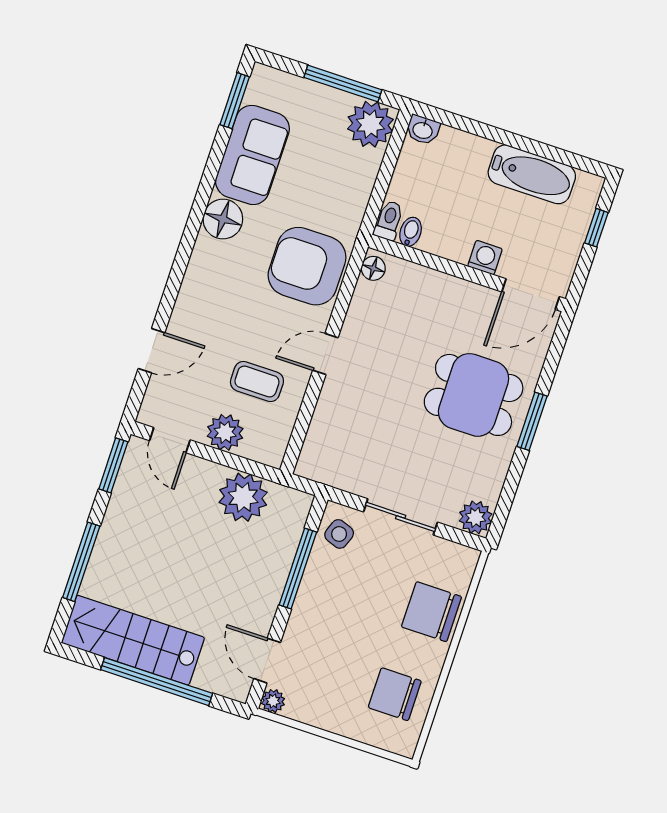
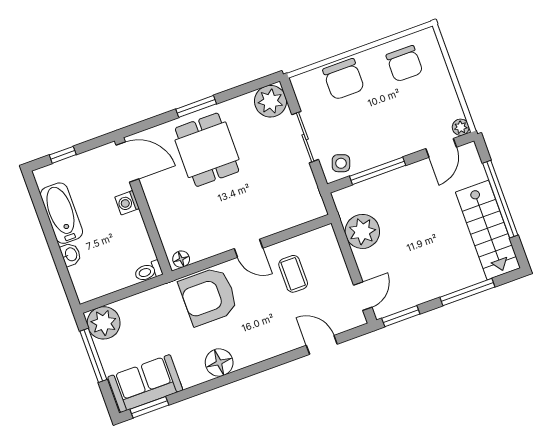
washbasin: (423, 130) -> (71, 254), moved
sofa: (252, 155) -> (145, 383), moved
bidet: (411, 232) -> (145, 255), removed
armchair: (307, 266) -> (208, 296), turned 90
plant: (225, 432) -> (335, 269), removed
plant: (476, 517) -> (271, 101), width x1.36, depth x1.36

